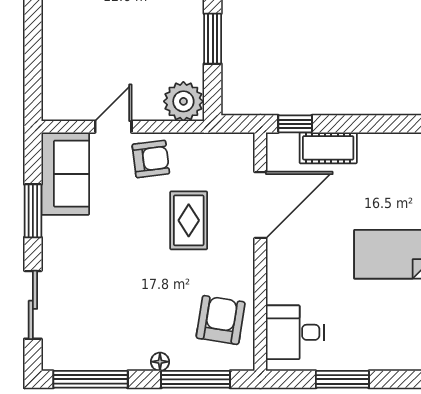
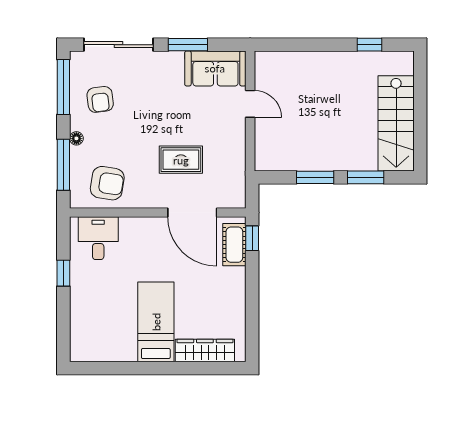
plant: (183, 101) -> (269, 156), removed
cot: (328, 148) -> (234, 245), moved
armchair: (151, 159) -> (100, 99), moved
sliding door: (33, 305) -> (118, 45), width x1.37
window: (342, 379) -> (63, 273), width x0.67

